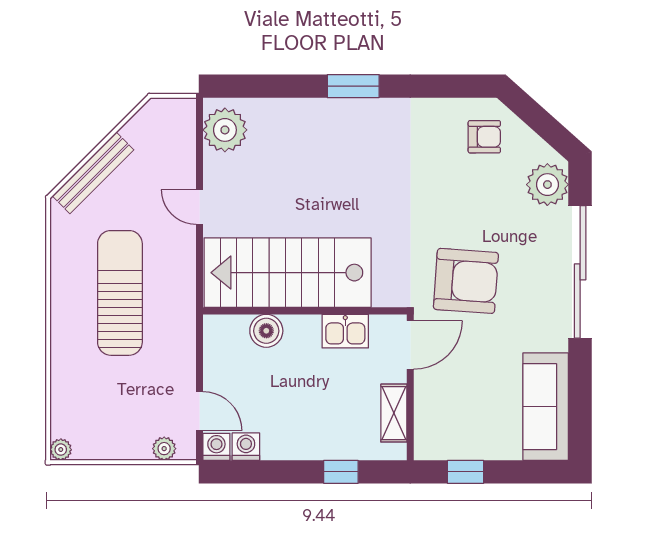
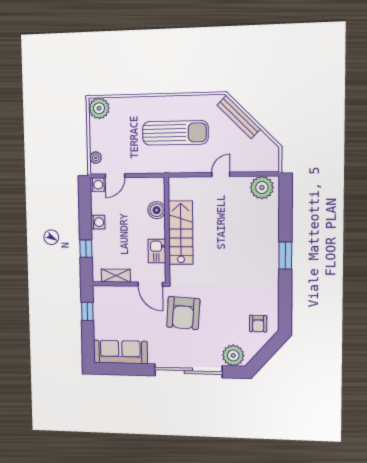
stairs: (288, 273) -> (181, 233), width x0.73, depth x0.66
washing machine: (246, 447) -> (98, 222), moved
plant: (61, 450) -> (99, 108), width x1.88, depth x1.88

